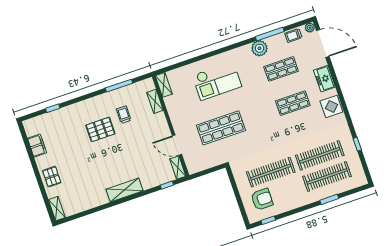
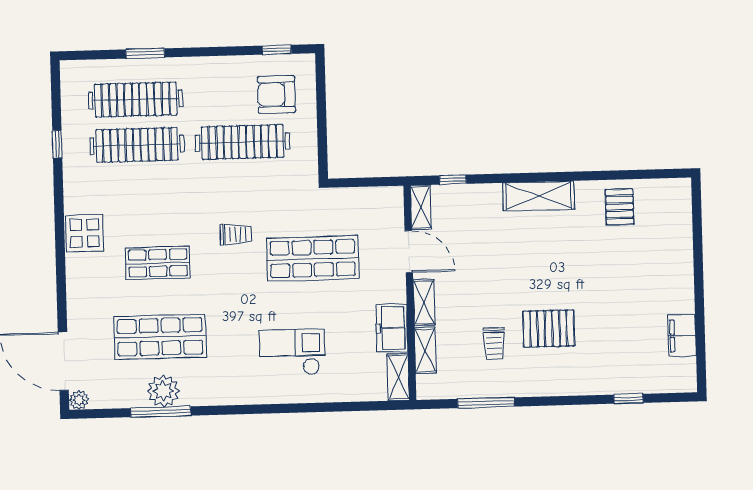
trolley: (293, 35) -> (236, 235), moved
plant: (259, 48) -> (163, 391), moved
shop shelf: (281, 69) -> (160, 337), width x1.43, depth x1.36
freezer: (324, 79) -> (392, 328), moved, turned 180
checkout: (217, 81) -> (292, 352), width x0.73, depth x0.83
pallet: (52, 177) -> (620, 207), moved
shelving: (57, 209) -> (424, 302), moved

